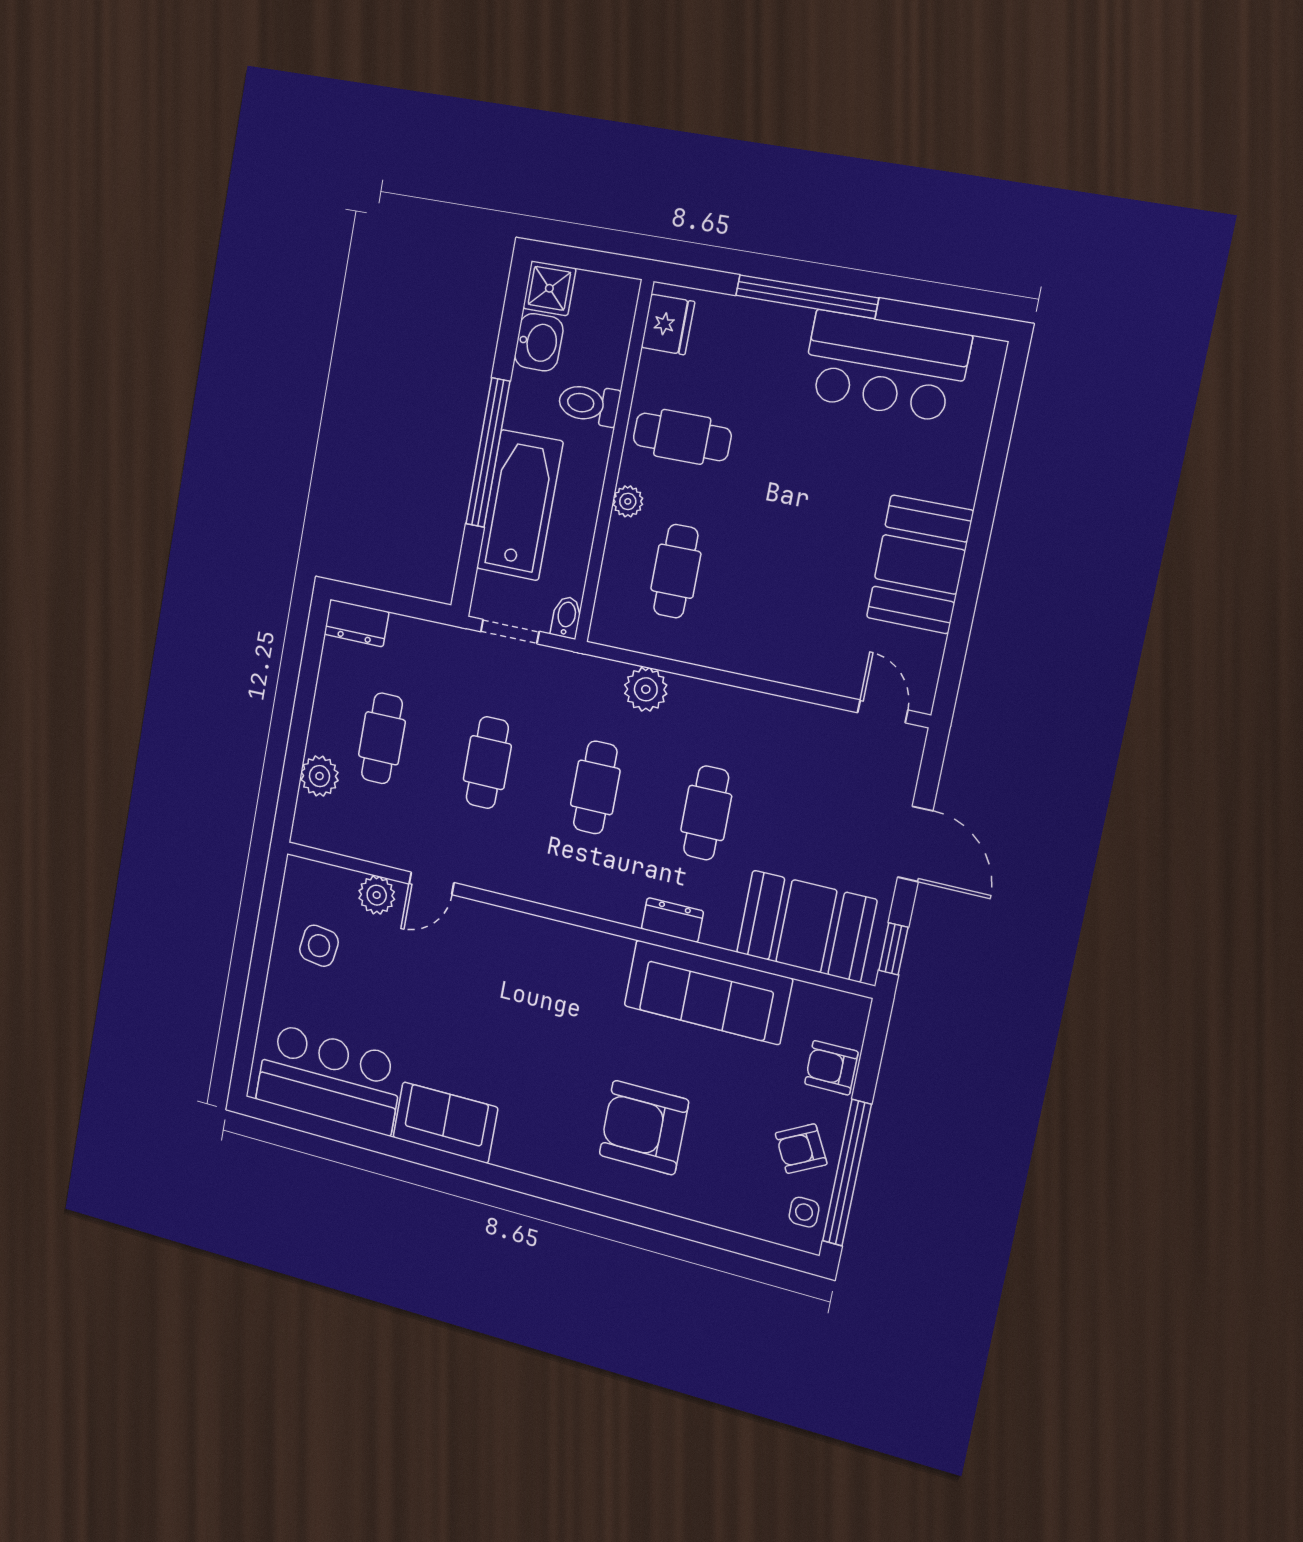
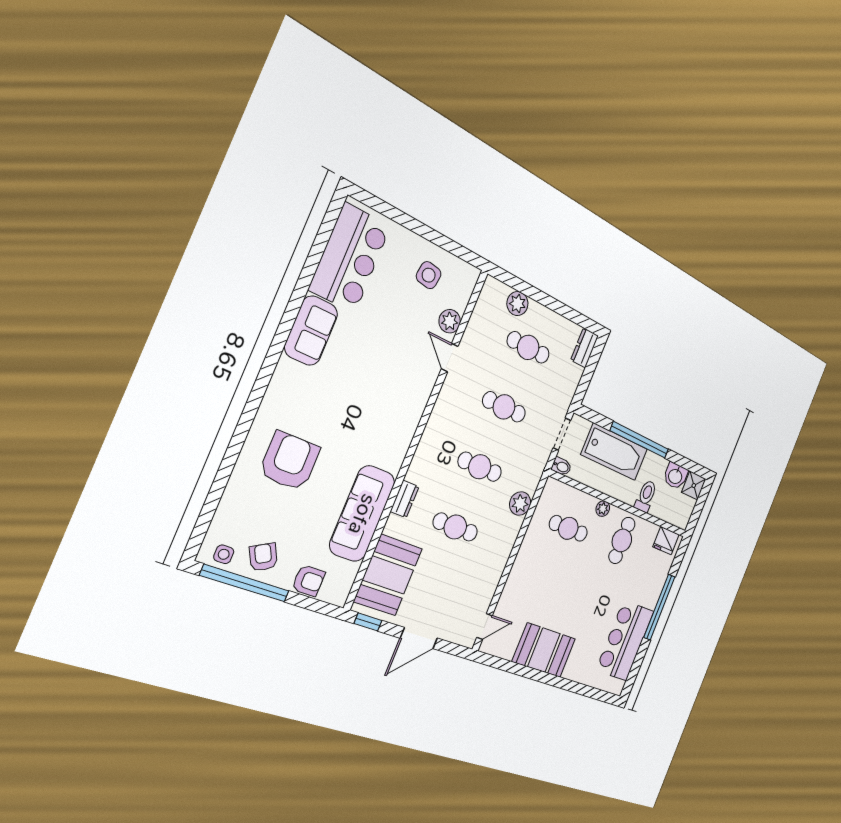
armchair: (831, 1068) -> (308, 581), turned 90

